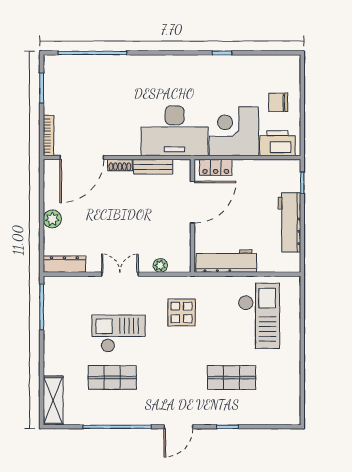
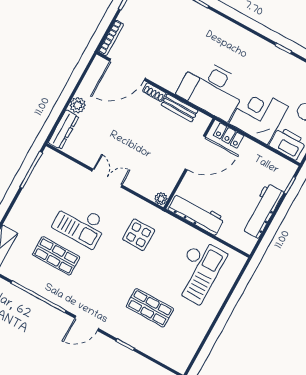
dresser: (64, 264) -> (63, 130), moved, turned 90
plant: (160, 265) -> (161, 199), moved
checkout: (118, 334) -> (80, 224), turned 180

